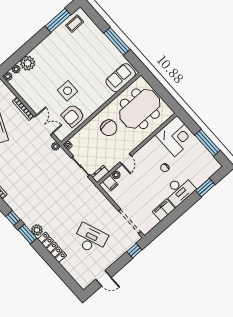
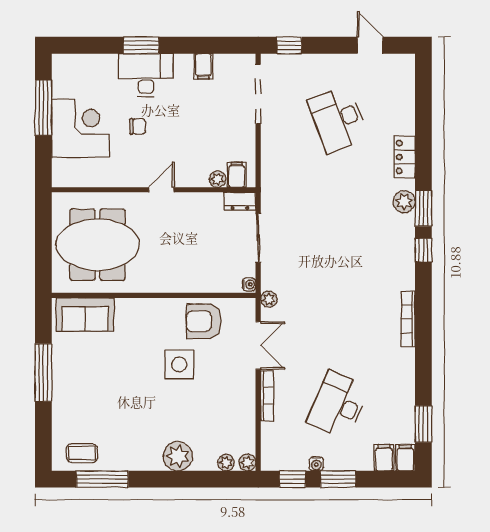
plant: (28, 63) -> (178, 456), moved
armchair: (73, 116) -> (204, 321), turned 180
double door: (44, 125) -> (258, 346), swing flipped
chair: (109, 128) -> (167, 257), removed
corner desk: (176, 136) -> (81, 128), moved, turned 90
door: (126, 159) -> (161, 190), moved
window: (205, 188) -> (141, 45), moved
filing cabinet: (164, 210) -> (203, 66), width x0.50
locker: (52, 247) -> (405, 157), width x0.66

